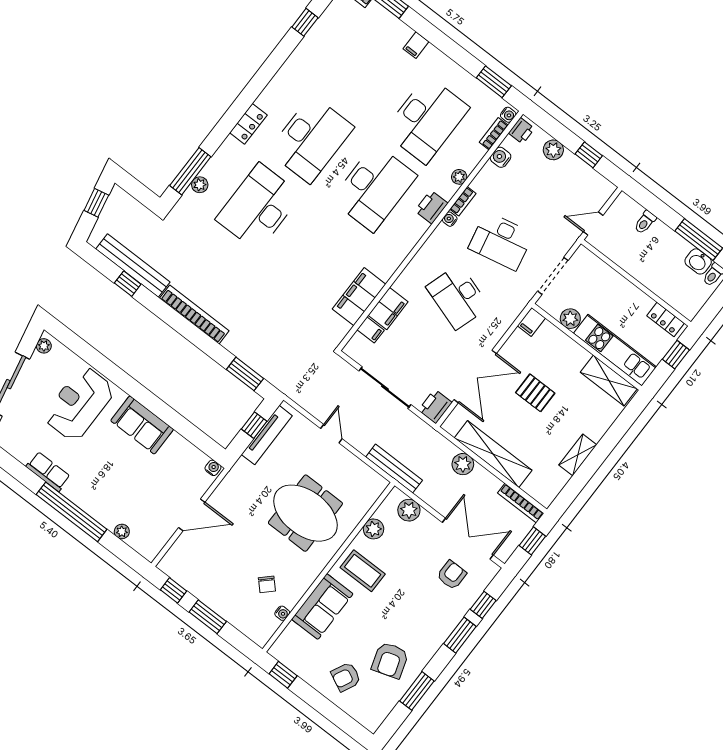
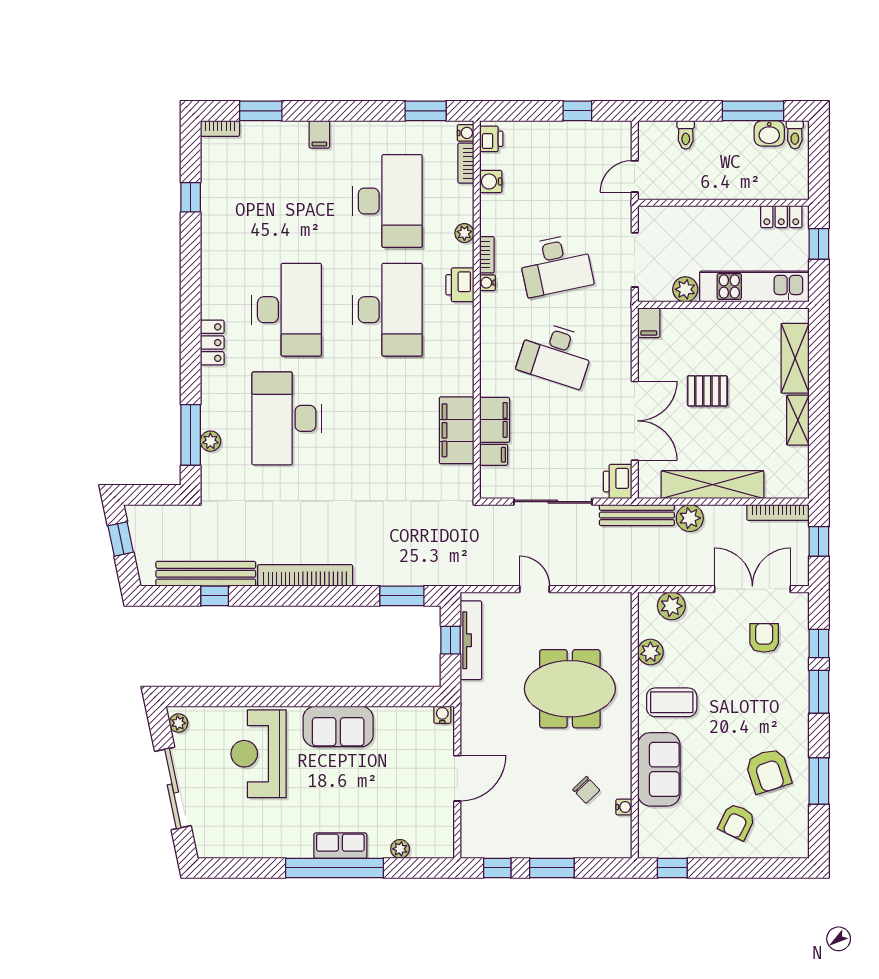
plant: (553, 150) -> (538, 133), removed
shelving: (609, 381) -> (795, 358), moved, turned 90
bench: (394, 469) -> (637, 515), moved
row of seats: (48, 472) -> (340, 846), moved

